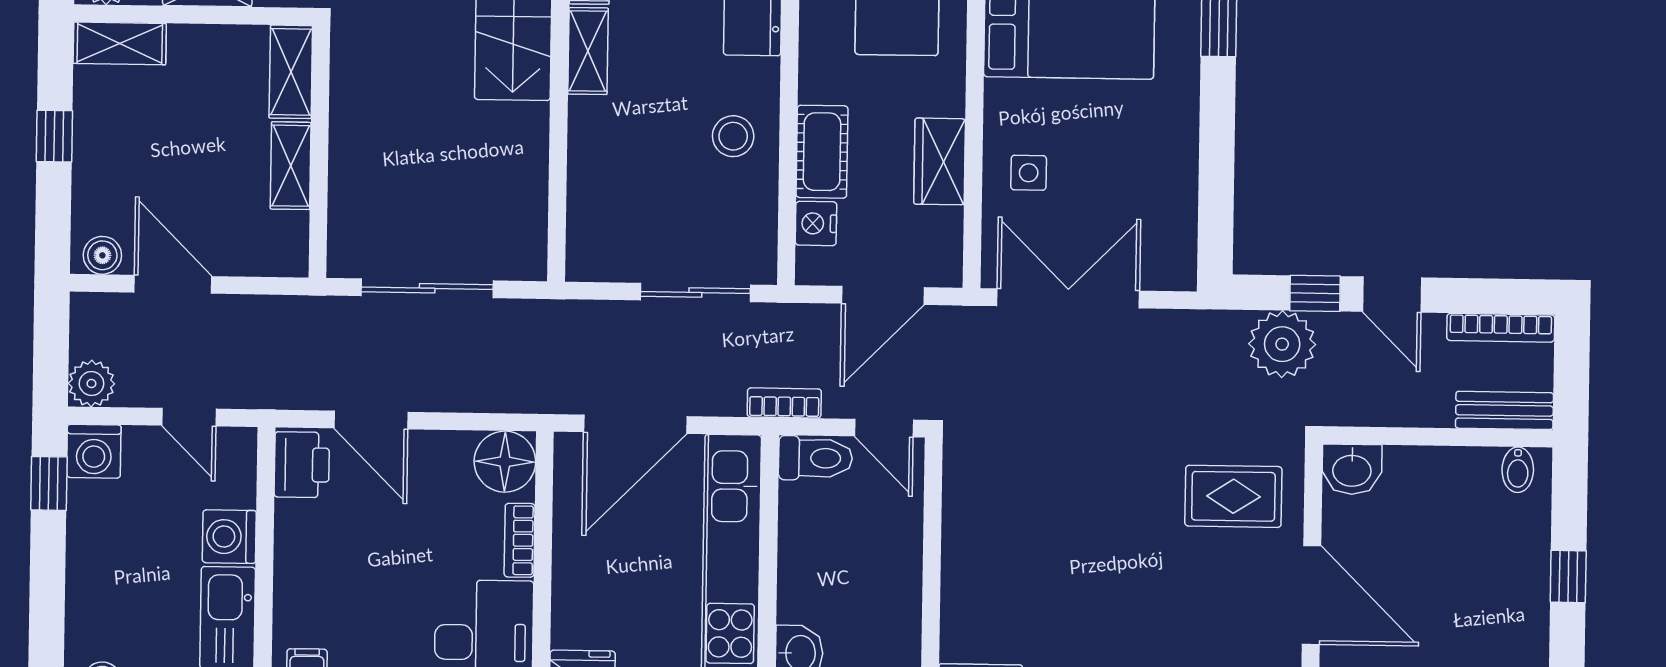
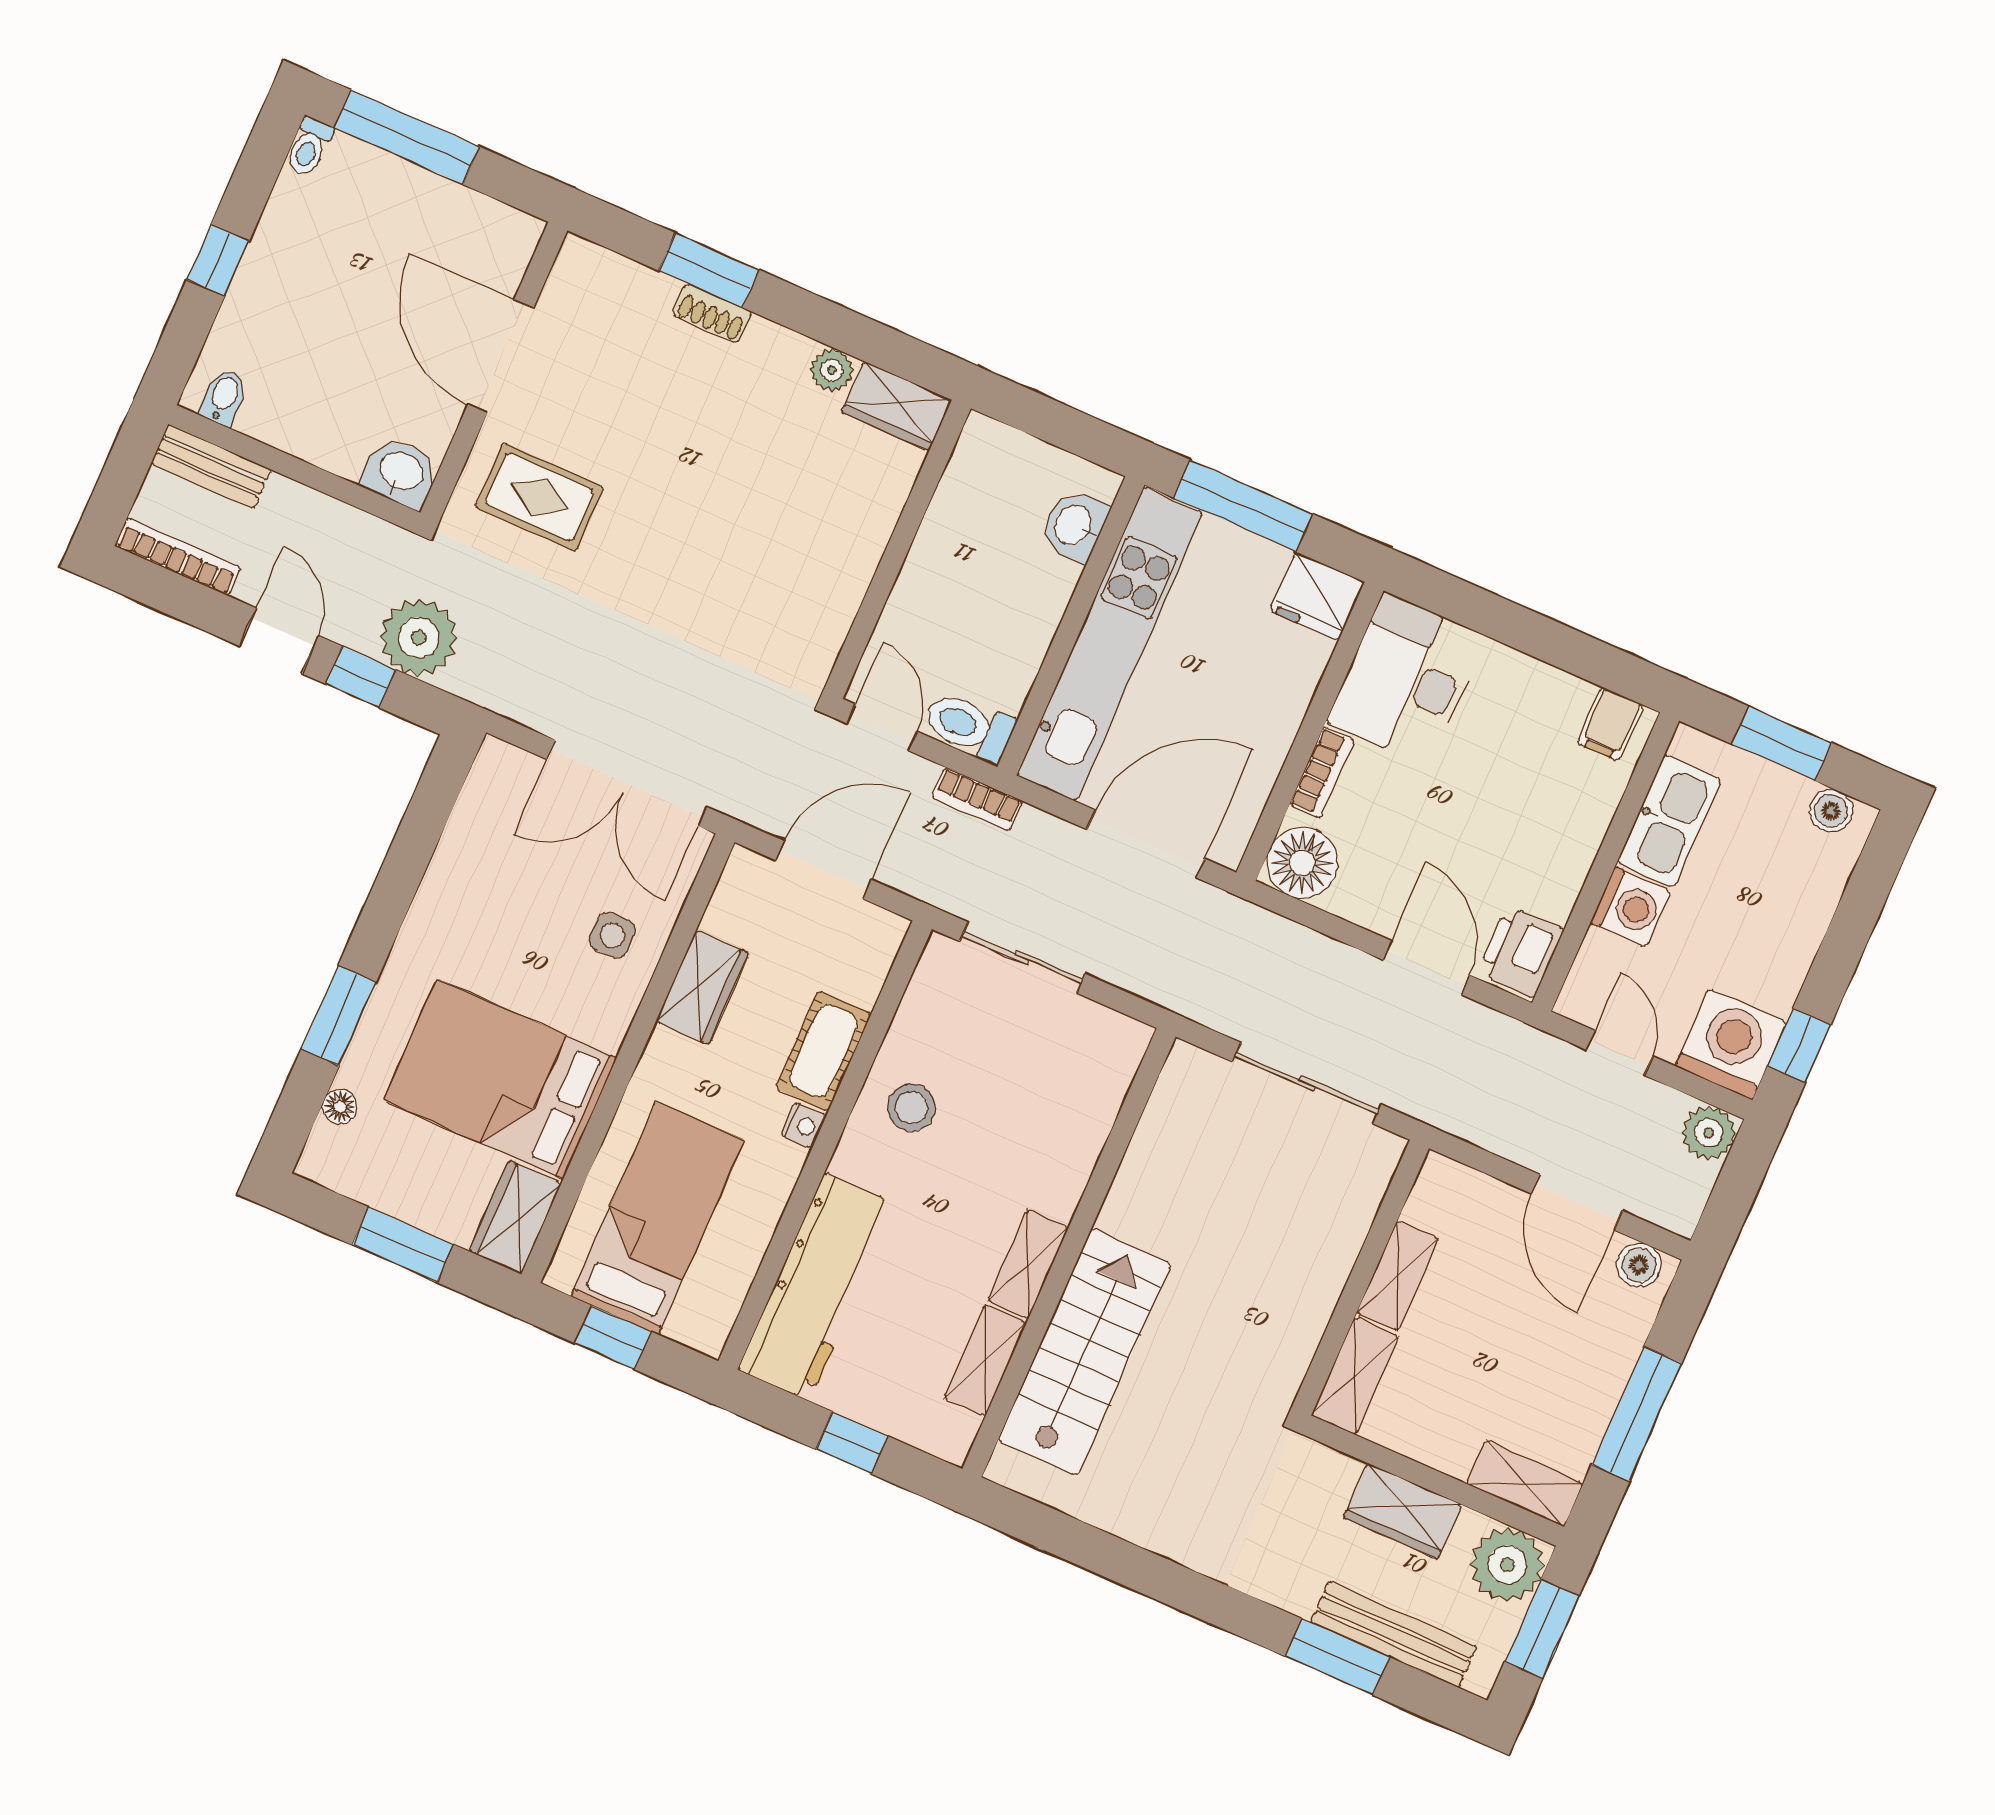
window: (54, 136) -> (1637, 1414), width x2.17
nightstand: (816, 223) -> (804, 1125), moved, width x0.72, depth x0.74
washing machine: (94, 451) -> (1731, 1044), width x1.37, depth x1.37

